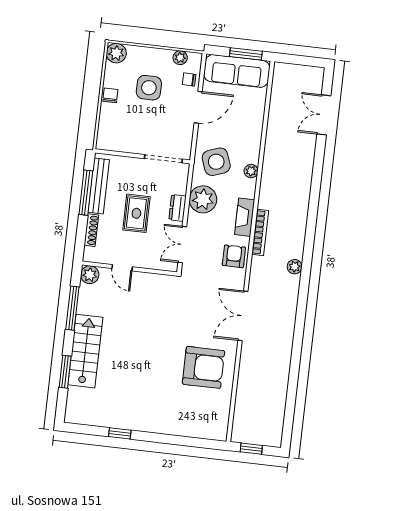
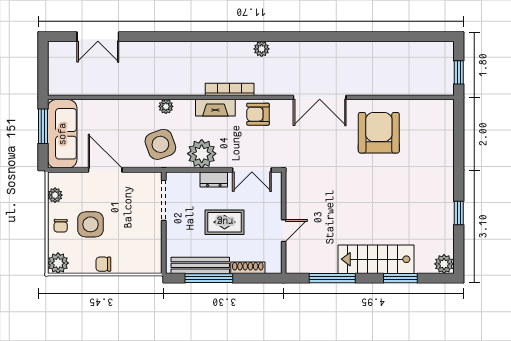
chair: (189, 79) -> (61, 226), moved
plant: (90, 275) -> (444, 264), moved

